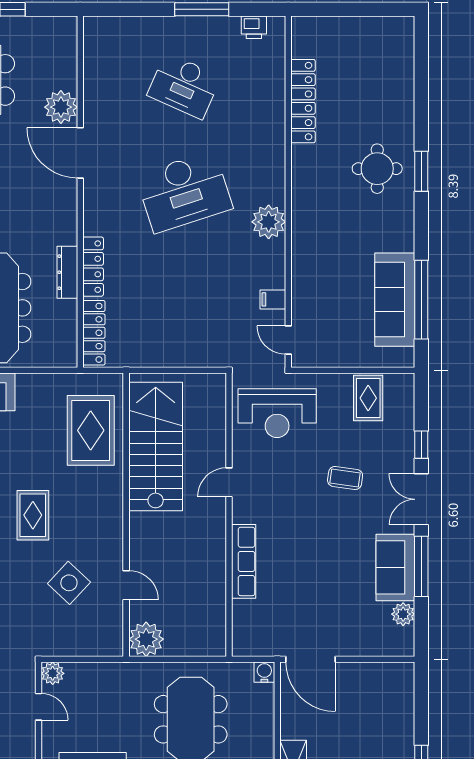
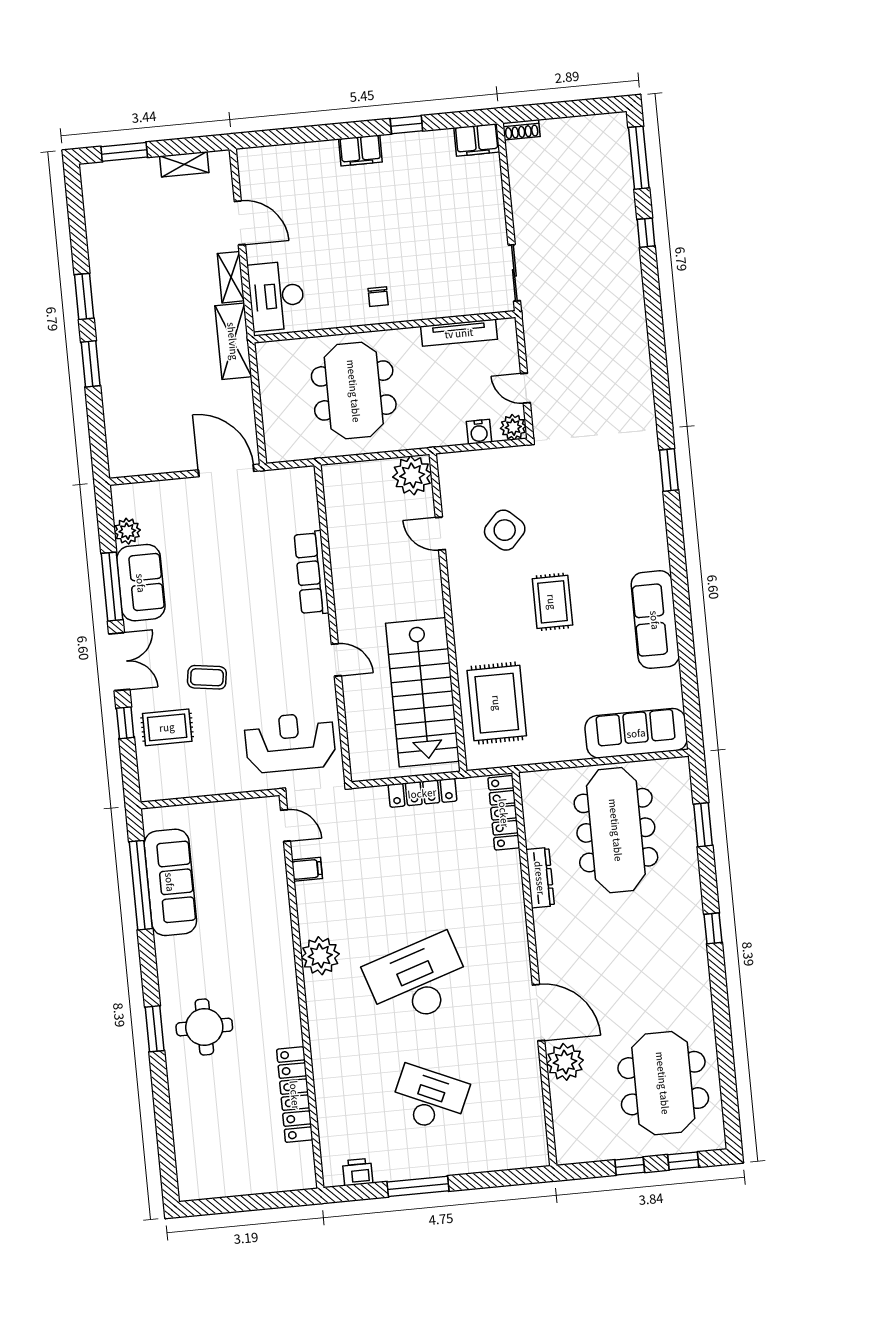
locker: (93, 267) -> (422, 793), moved, turned -90
rug: (368, 398) -> (167, 727), moved, turned 90
door: (229, 482) -> (336, 660), hinge flipped
water cooler: (264, 672) -> (479, 432), moved

